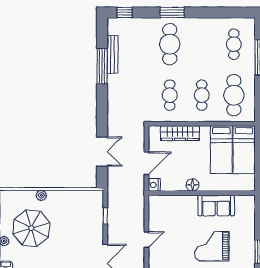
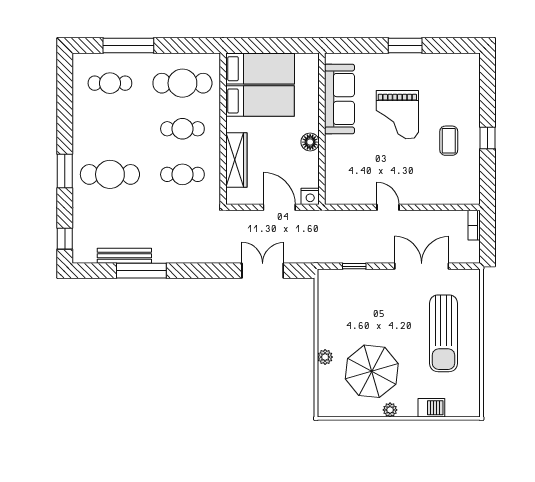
sofa: (216, 206) -> (339, 99), width x1.36

